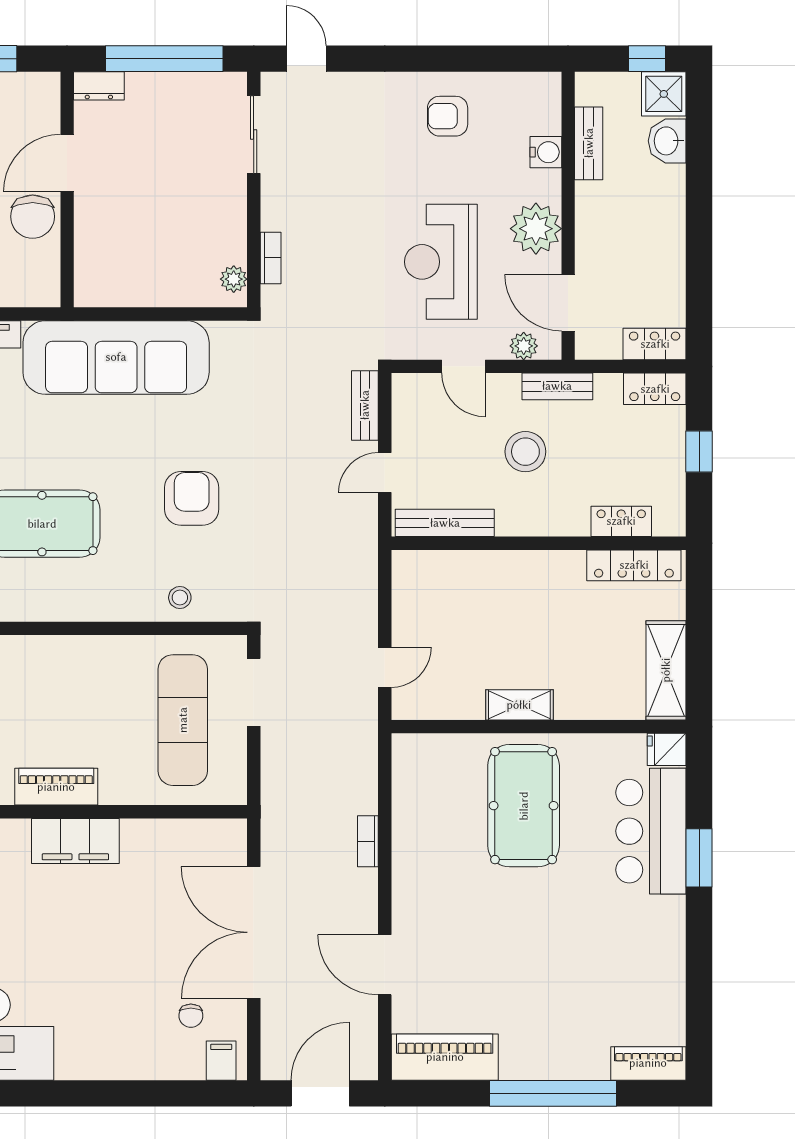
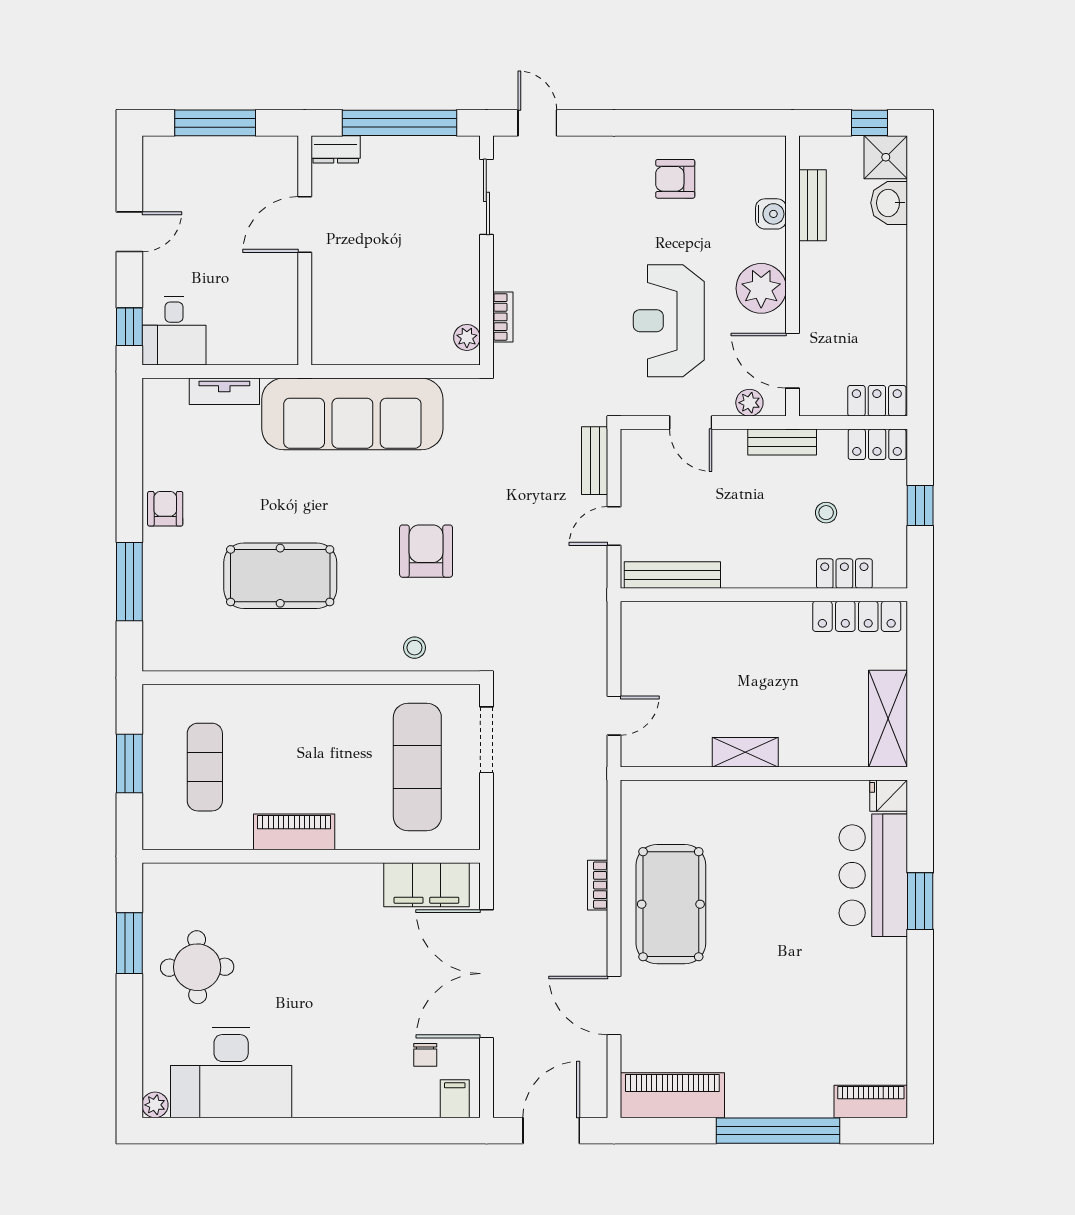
chair: (33, 217) -> (271, 277), removed
stool: (525, 452) -> (826, 513), moved, width x0.53, depth x0.53
pool table: (524, 806) -> (671, 904), moved
filing cabinet: (75, 841) -> (426, 885), moved

